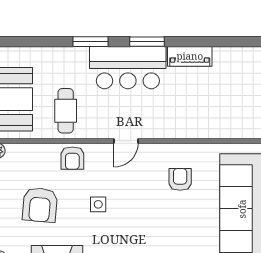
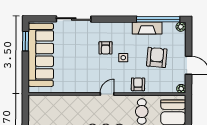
armchair: (180, 179) -> (106, 48), moved

